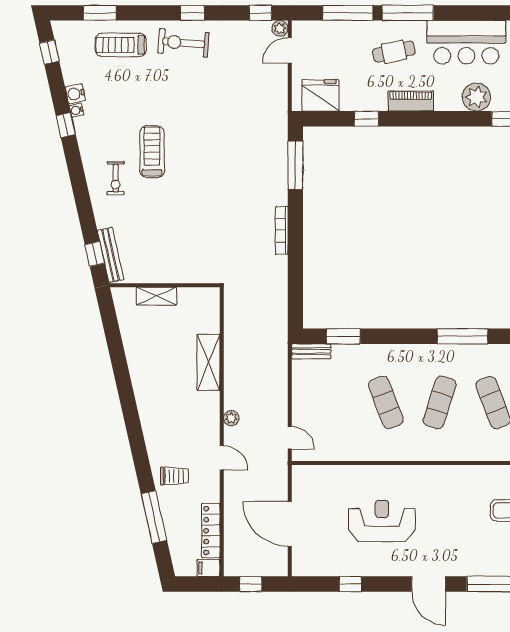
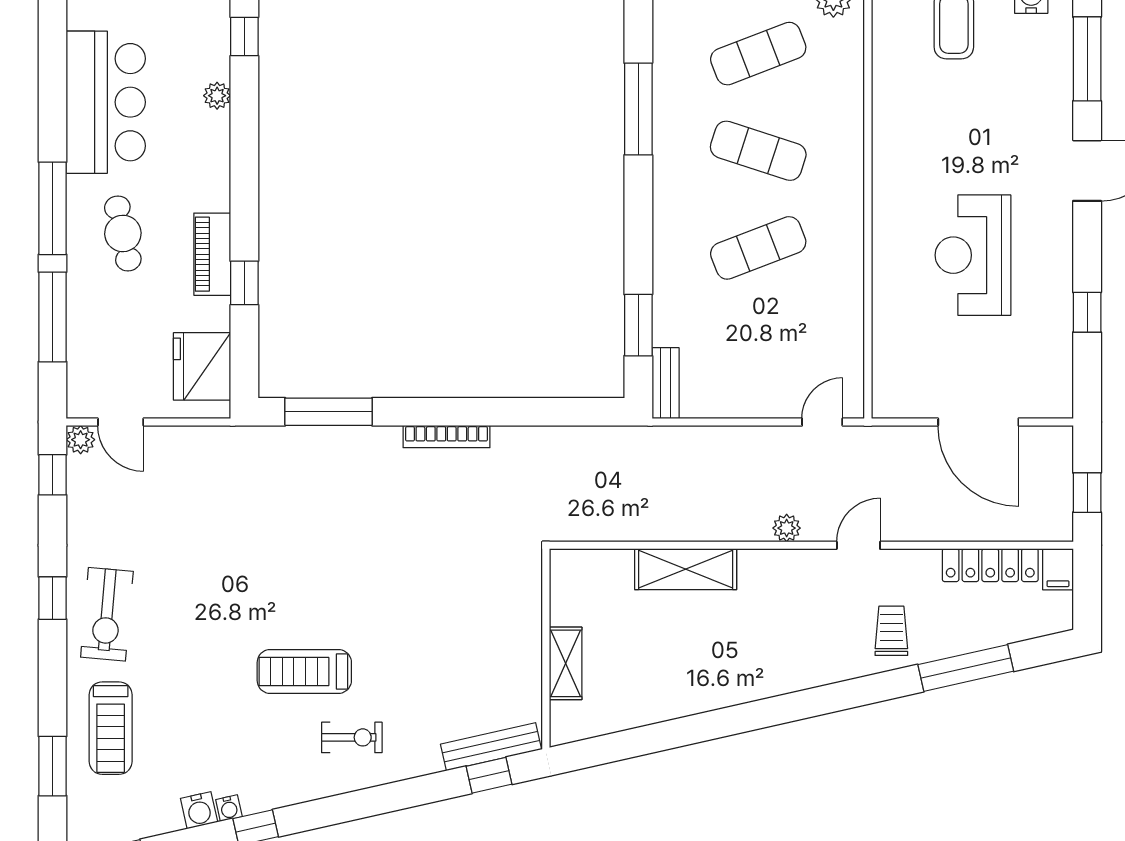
plant: (477, 97) -> (217, 96), width x0.53, depth x0.53
piano: (411, 101) -> (212, 254), moved
door: (290, 524) -> (978, 422), hinge flipped

